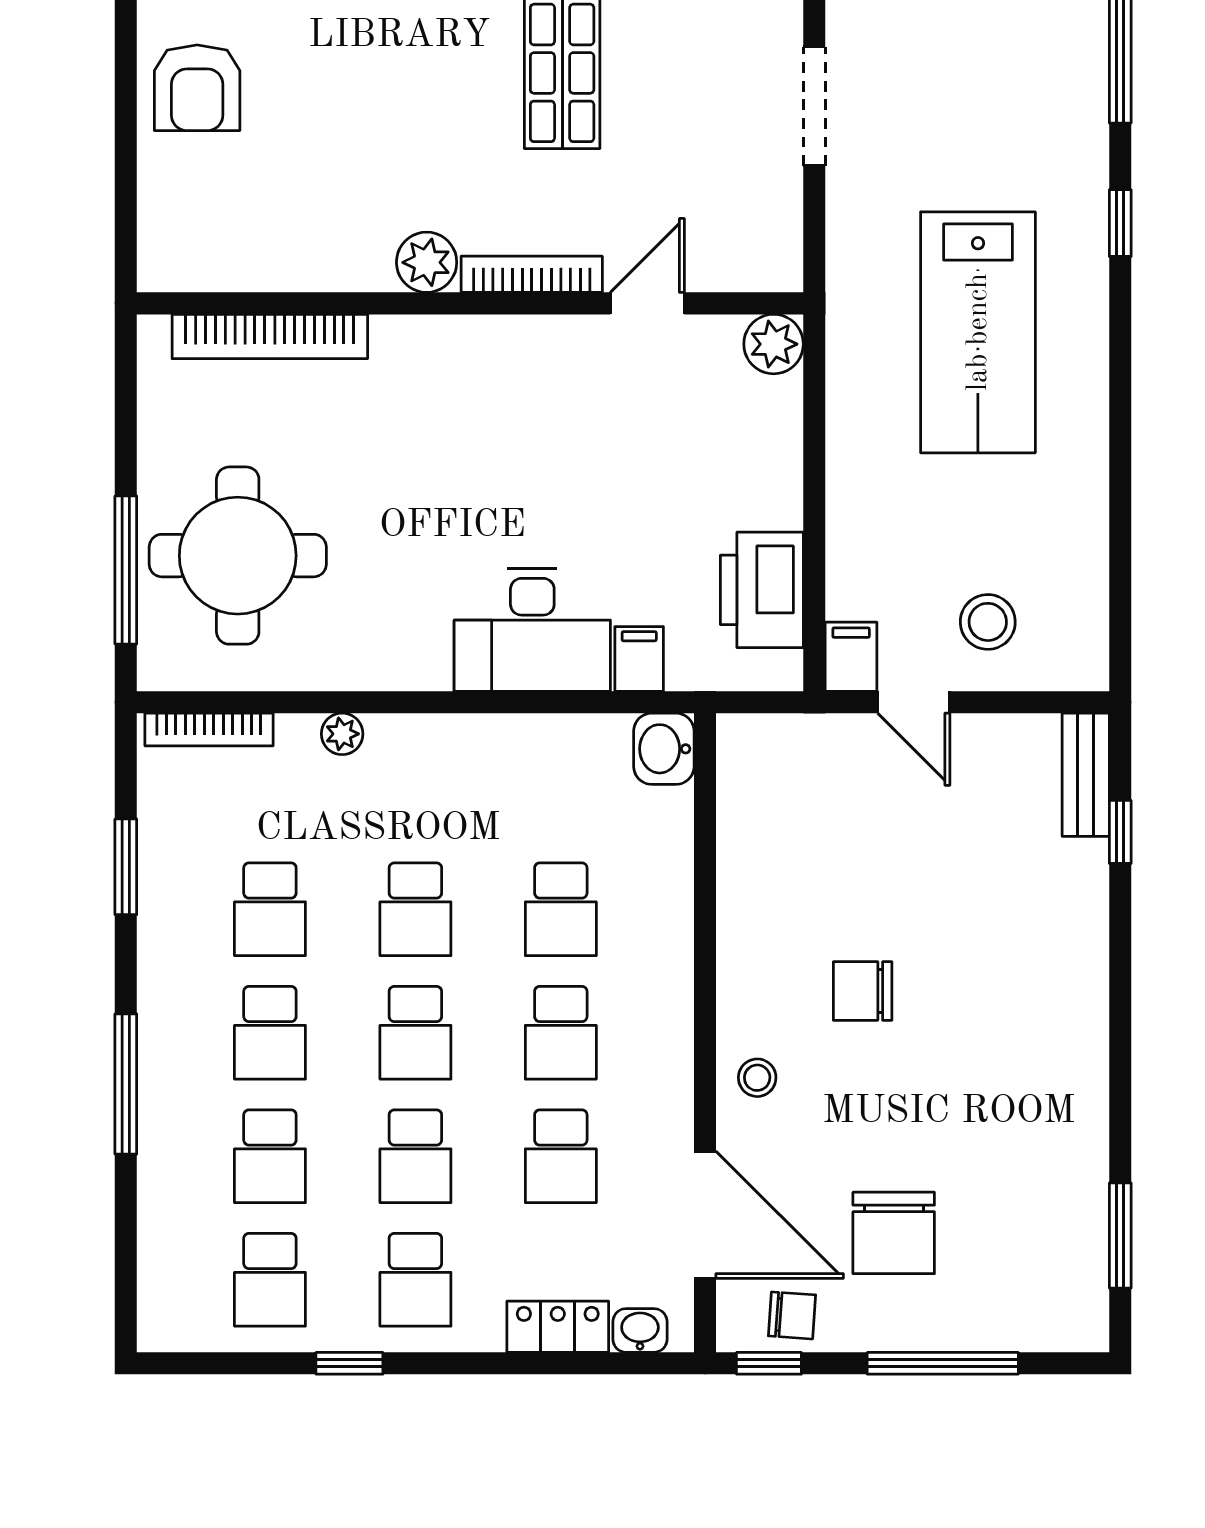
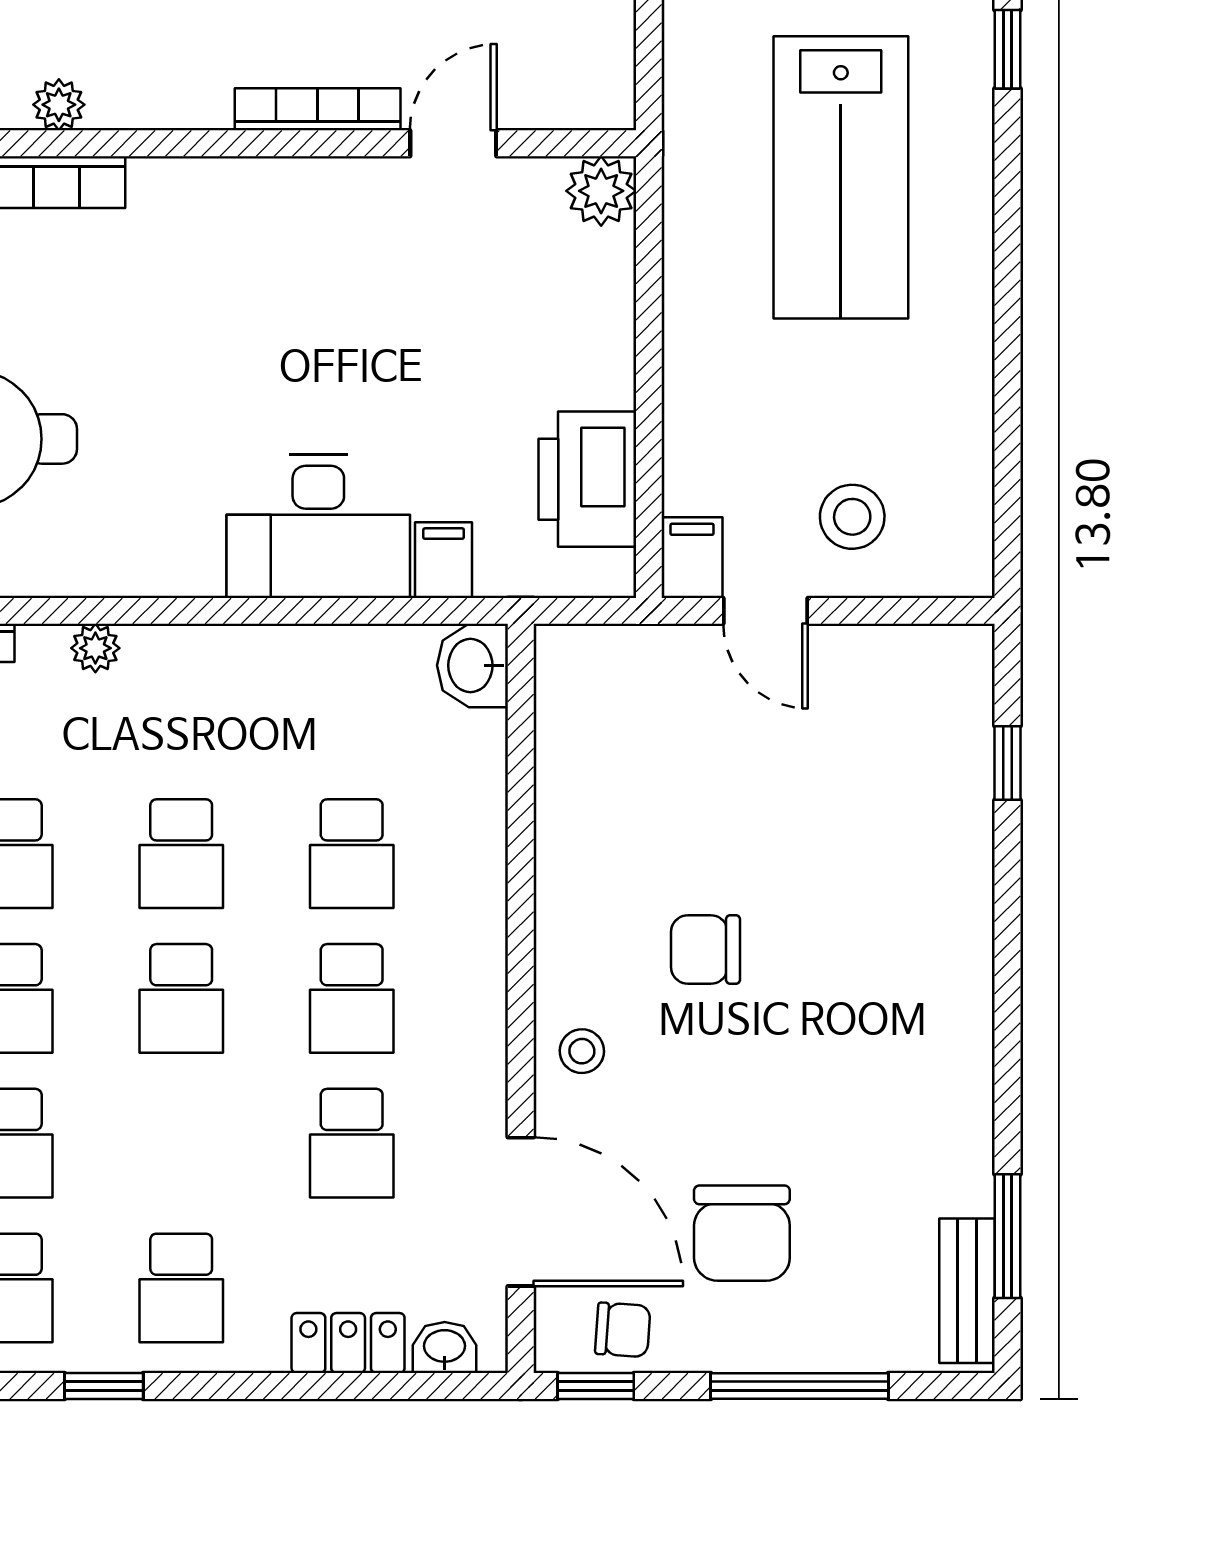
plant: (427, 262) -> (59, 105), moved, width x0.73, depth x0.73
bench: (1086, 775) -> (967, 1291), moved
school desk: (415, 1156) -> (181, 1143), removed

